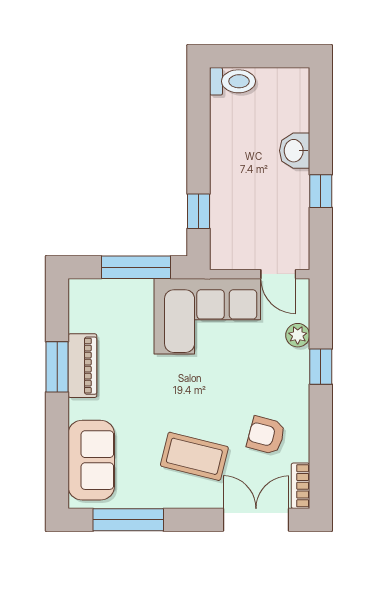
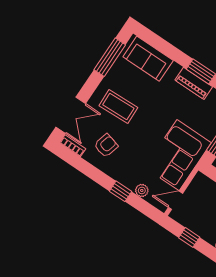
window: (321, 191) -> (189, 237), moved
coffee table: (194, 456) -> (118, 107), turned 74

